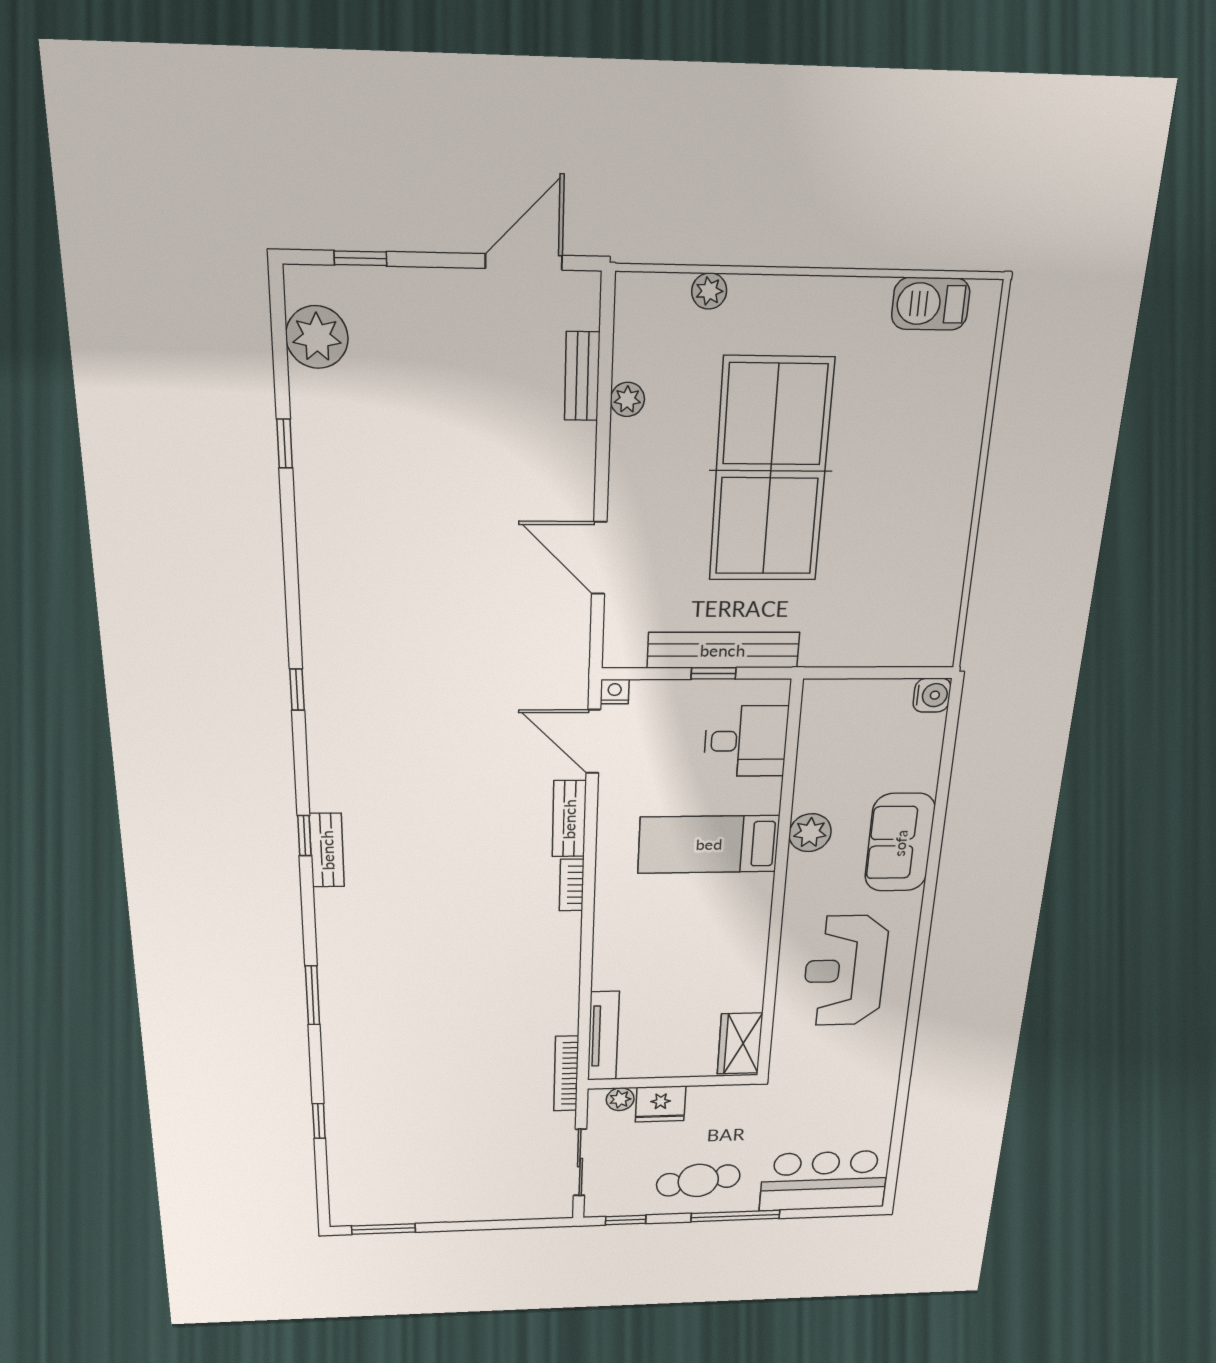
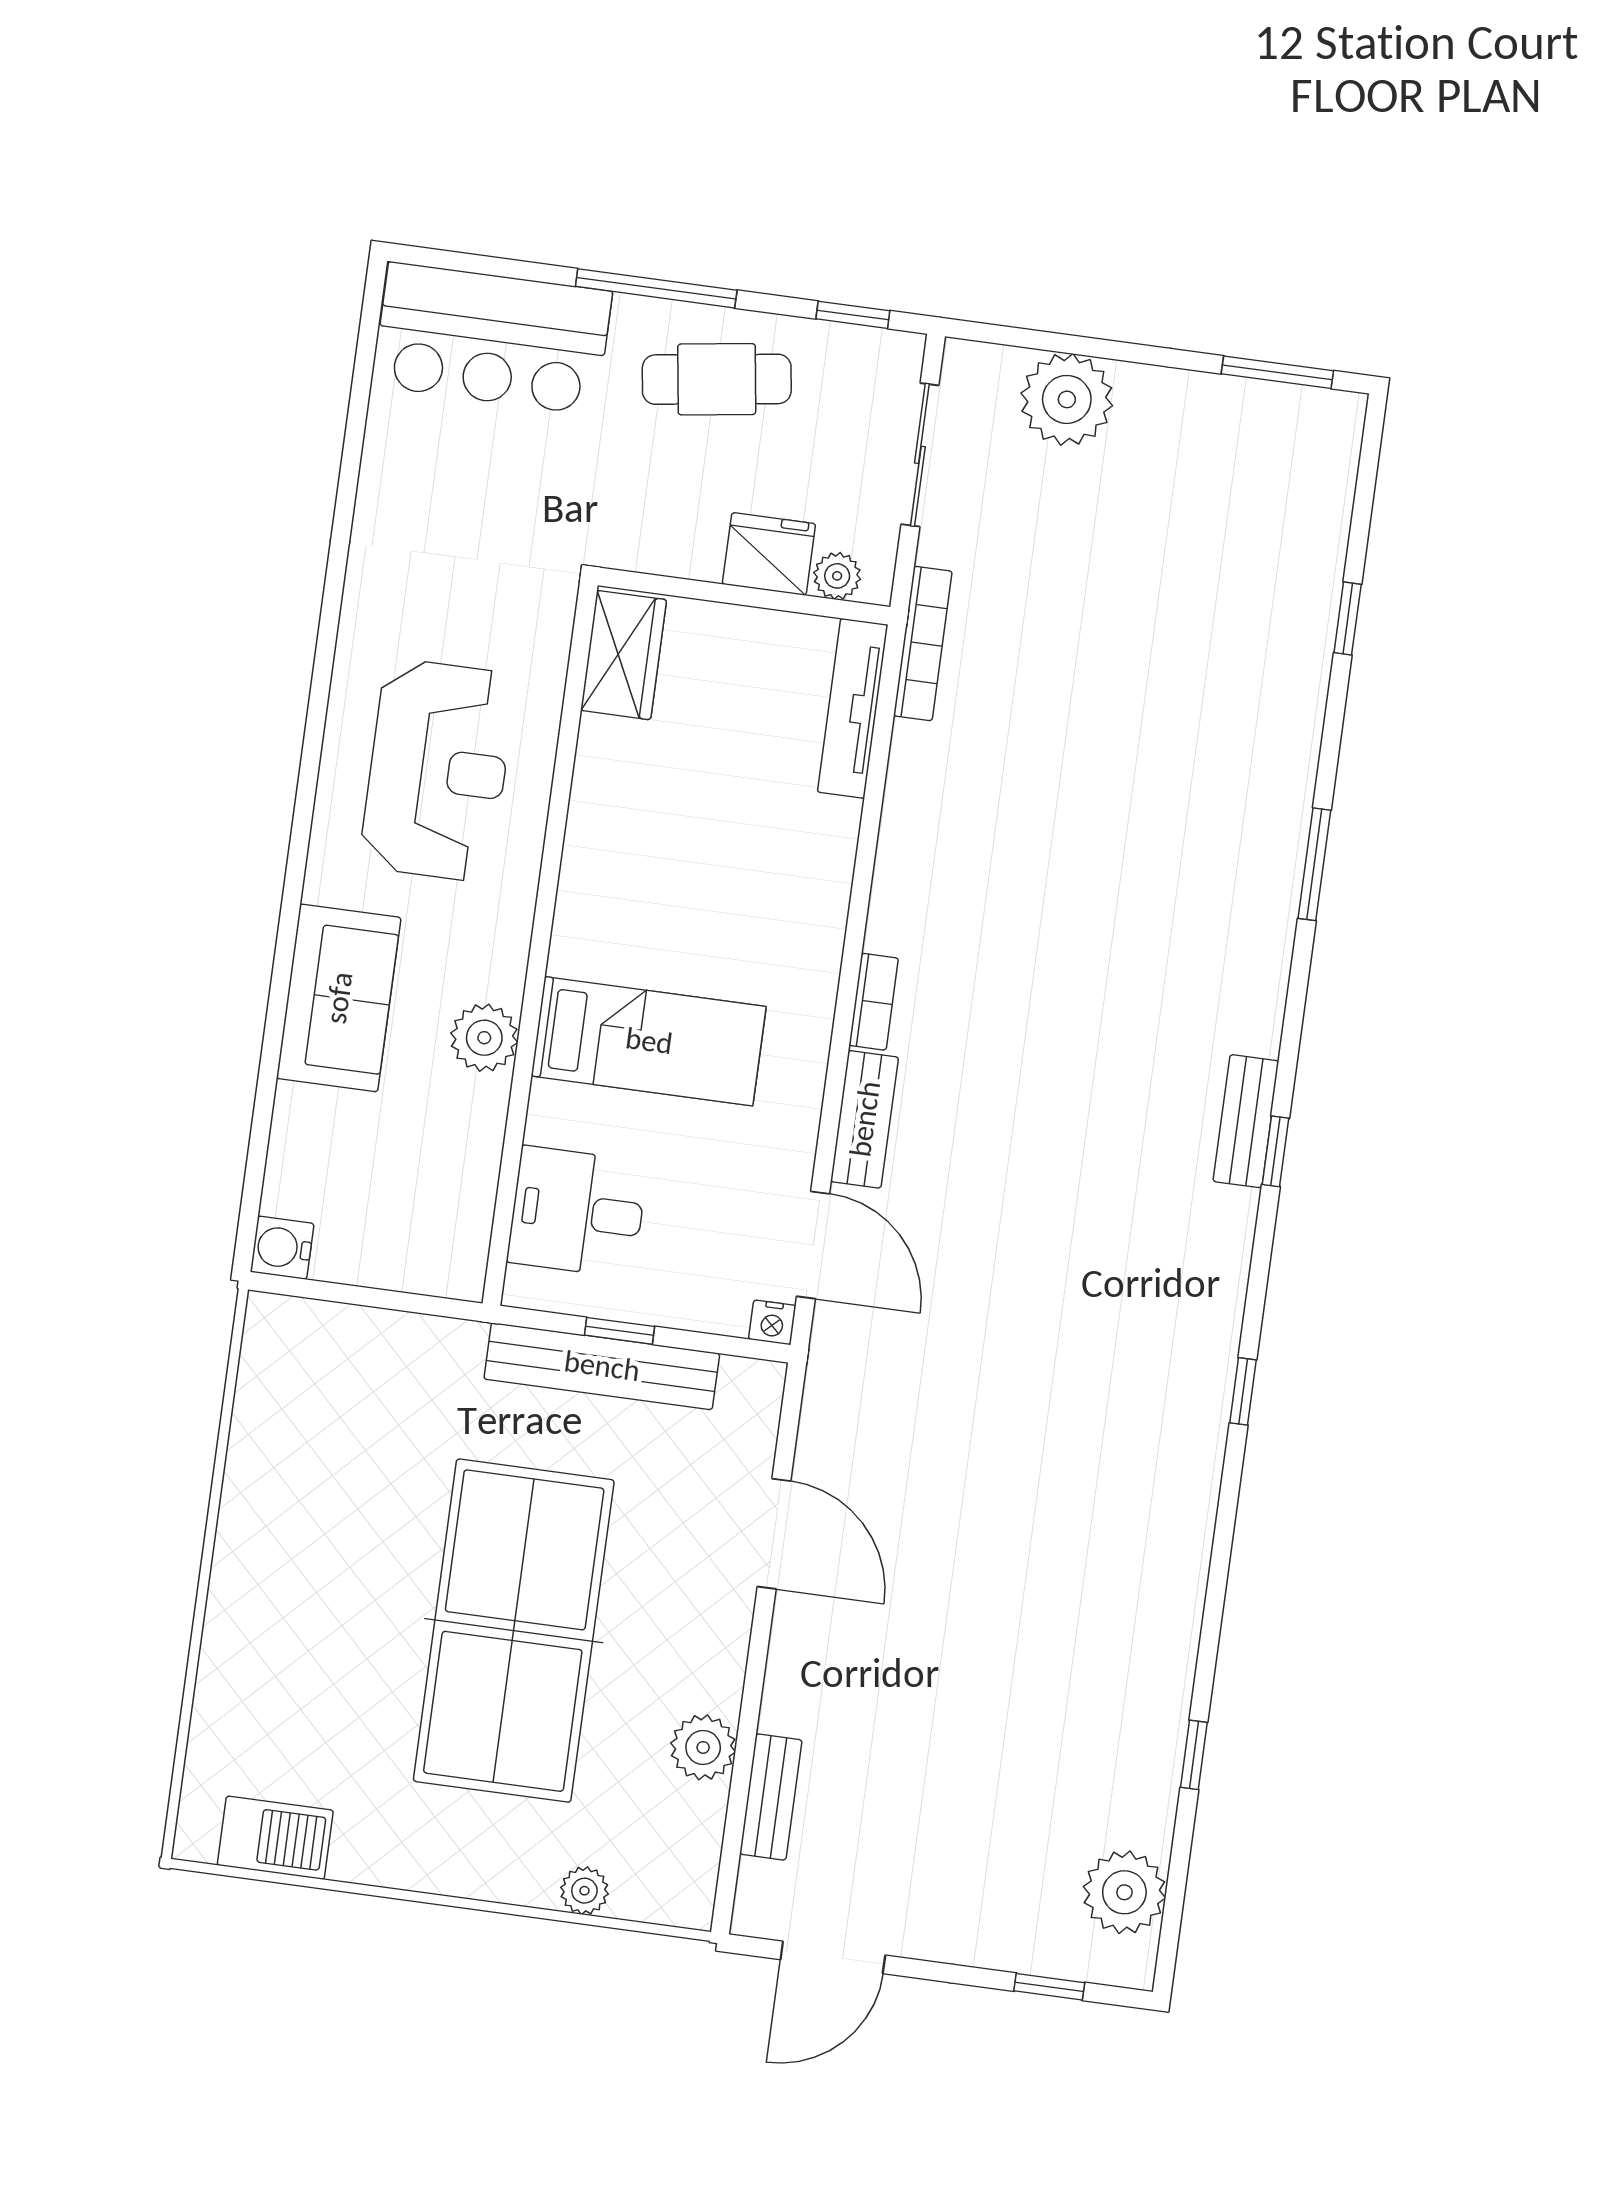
plant: (627, 399) -> (703, 1747), width x1.38, depth x1.38
plant: (500, 1200) -> (1067, 399), added

